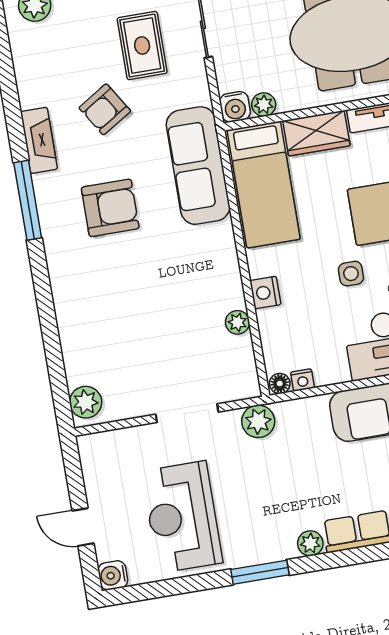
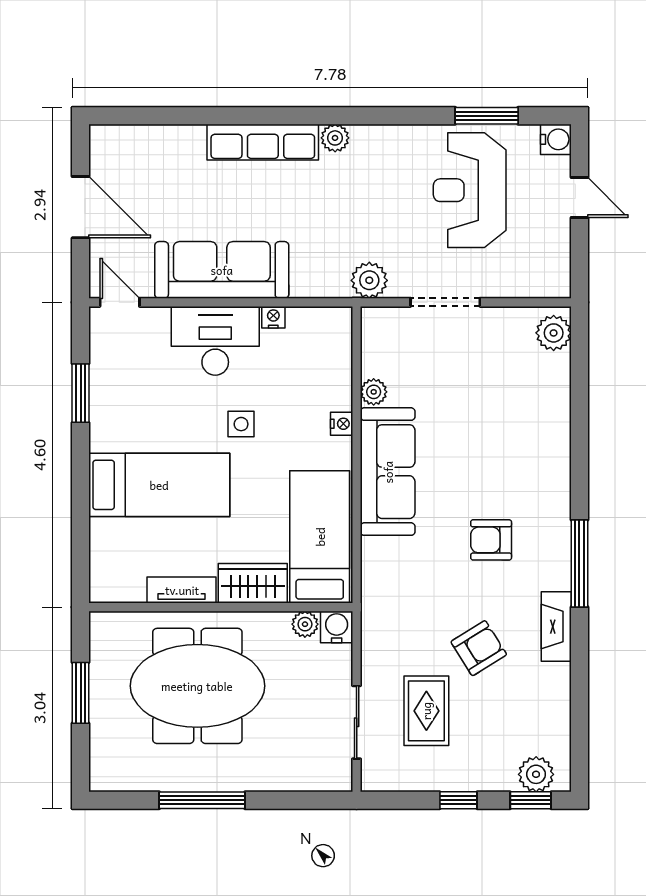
sofa: (198, 166) -> (388, 472), moved
armchair: (110, 208) -> (491, 540), width x0.72, depth x0.72
nightstand: (265, 293) -> (342, 424), width x0.72, depth x0.74
nightstand: (303, 380) -> (273, 317), moved
floor lamp: (280, 383) -> (339, 318), removed
reception desk: (182, 517) -> (470, 190), turned 180
window: (260, 572) -> (487, 116), moved

